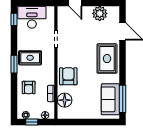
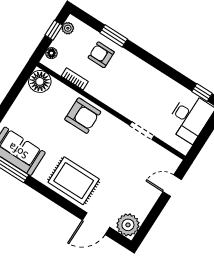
plant: (100, 13) -> (128, 225), moved
rug: (30, 58) -> (139, 81), removed
window: (14, 64) -> (114, 36), moved
floor lamp: (65, 100) -> (40, 81), moved

